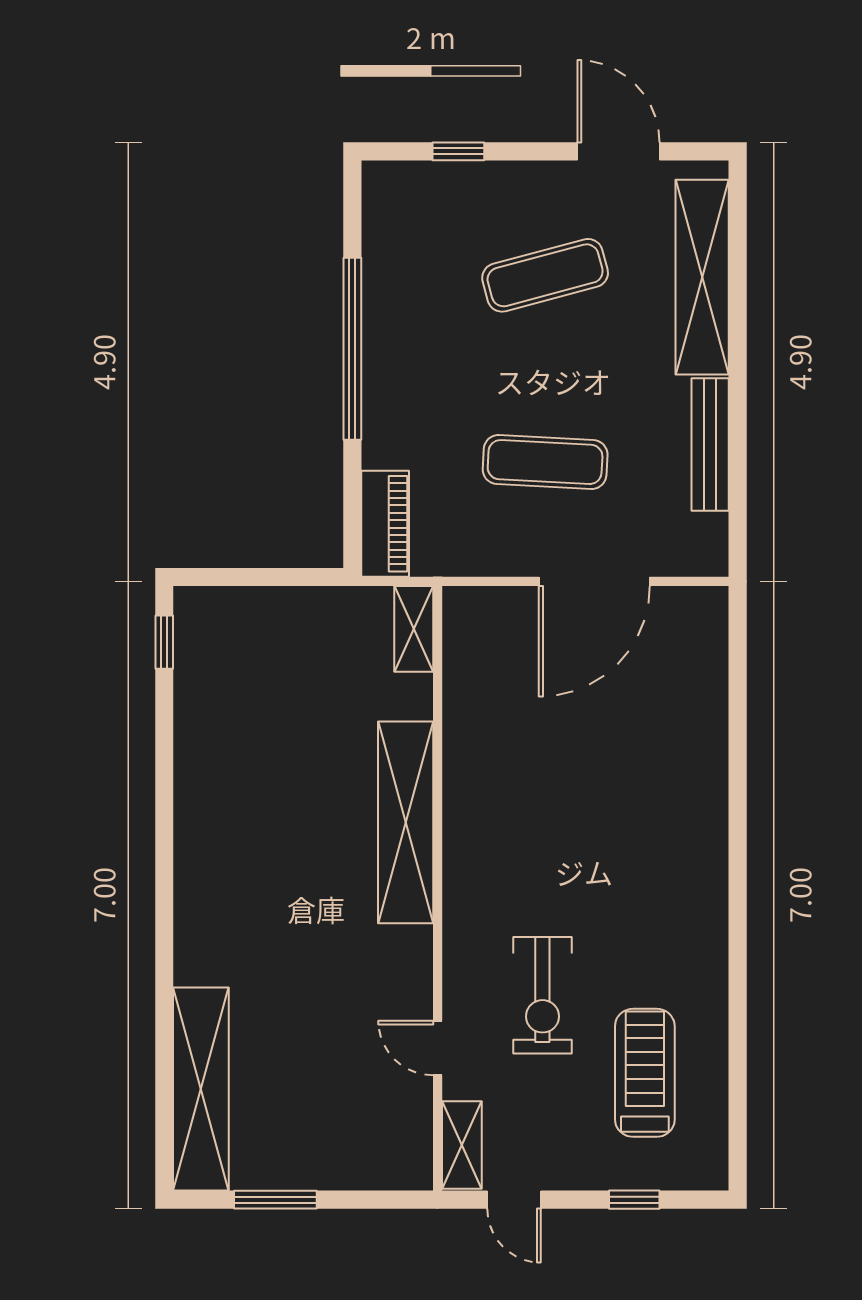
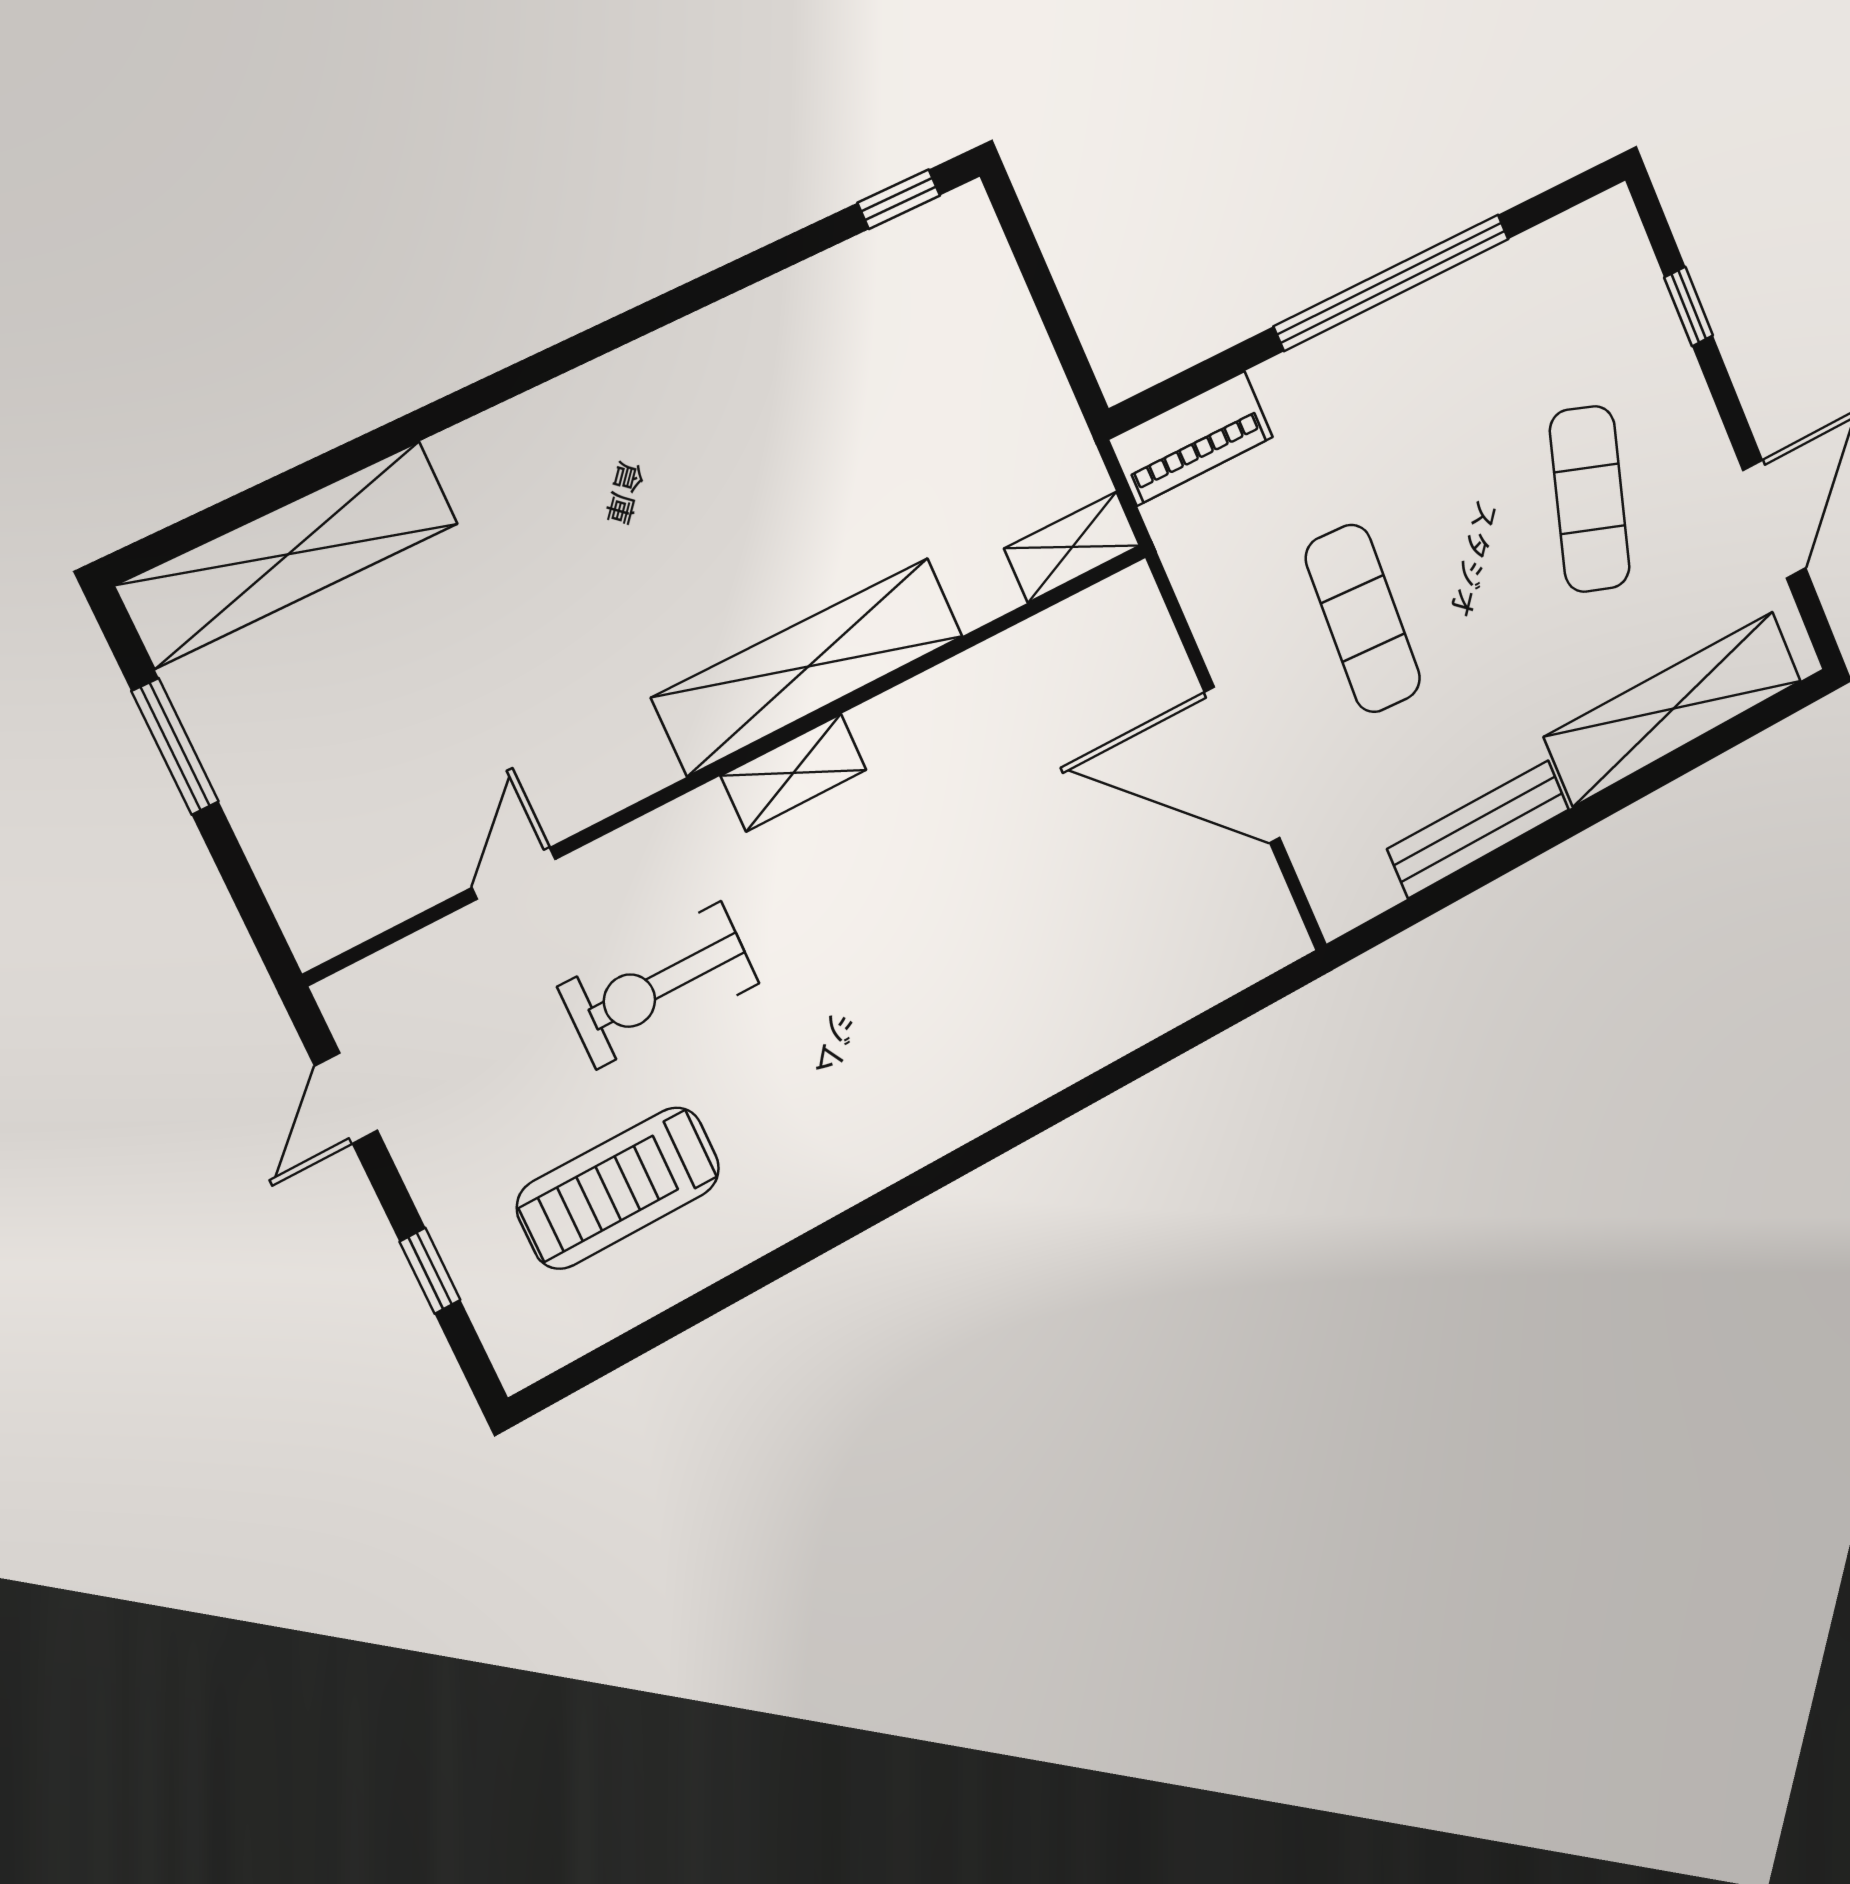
exercise mat: (545, 275) -> (1590, 499), turned 33
treadmill: (645, 1073) -> (618, 1188), turned 180
shelving: (462, 1145) -> (794, 773), moved

